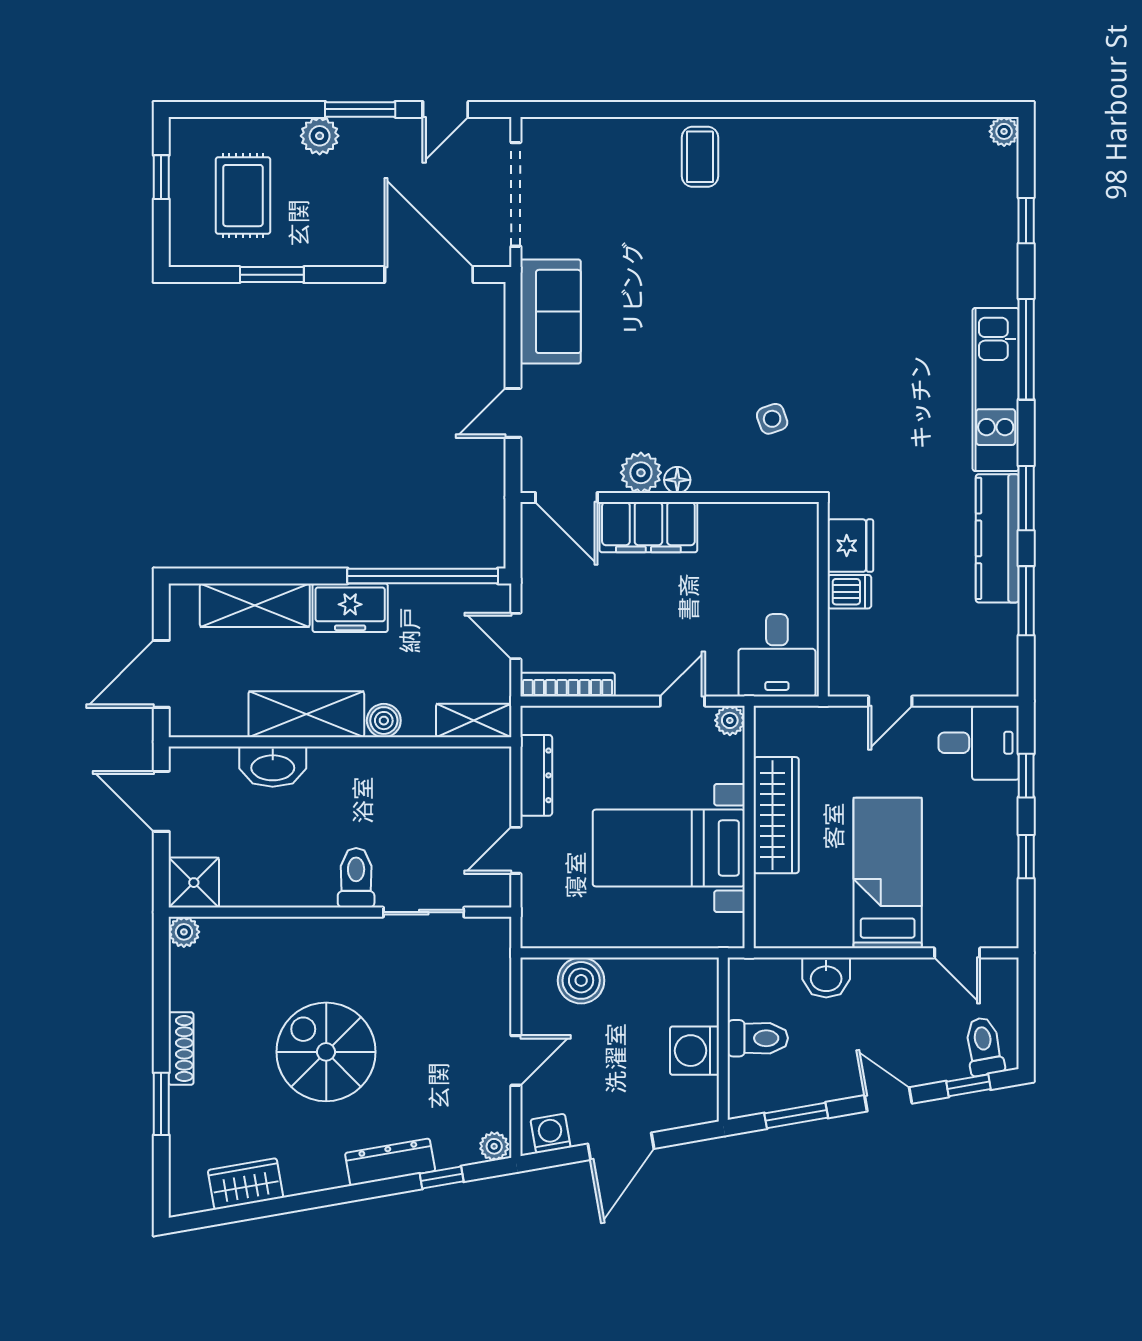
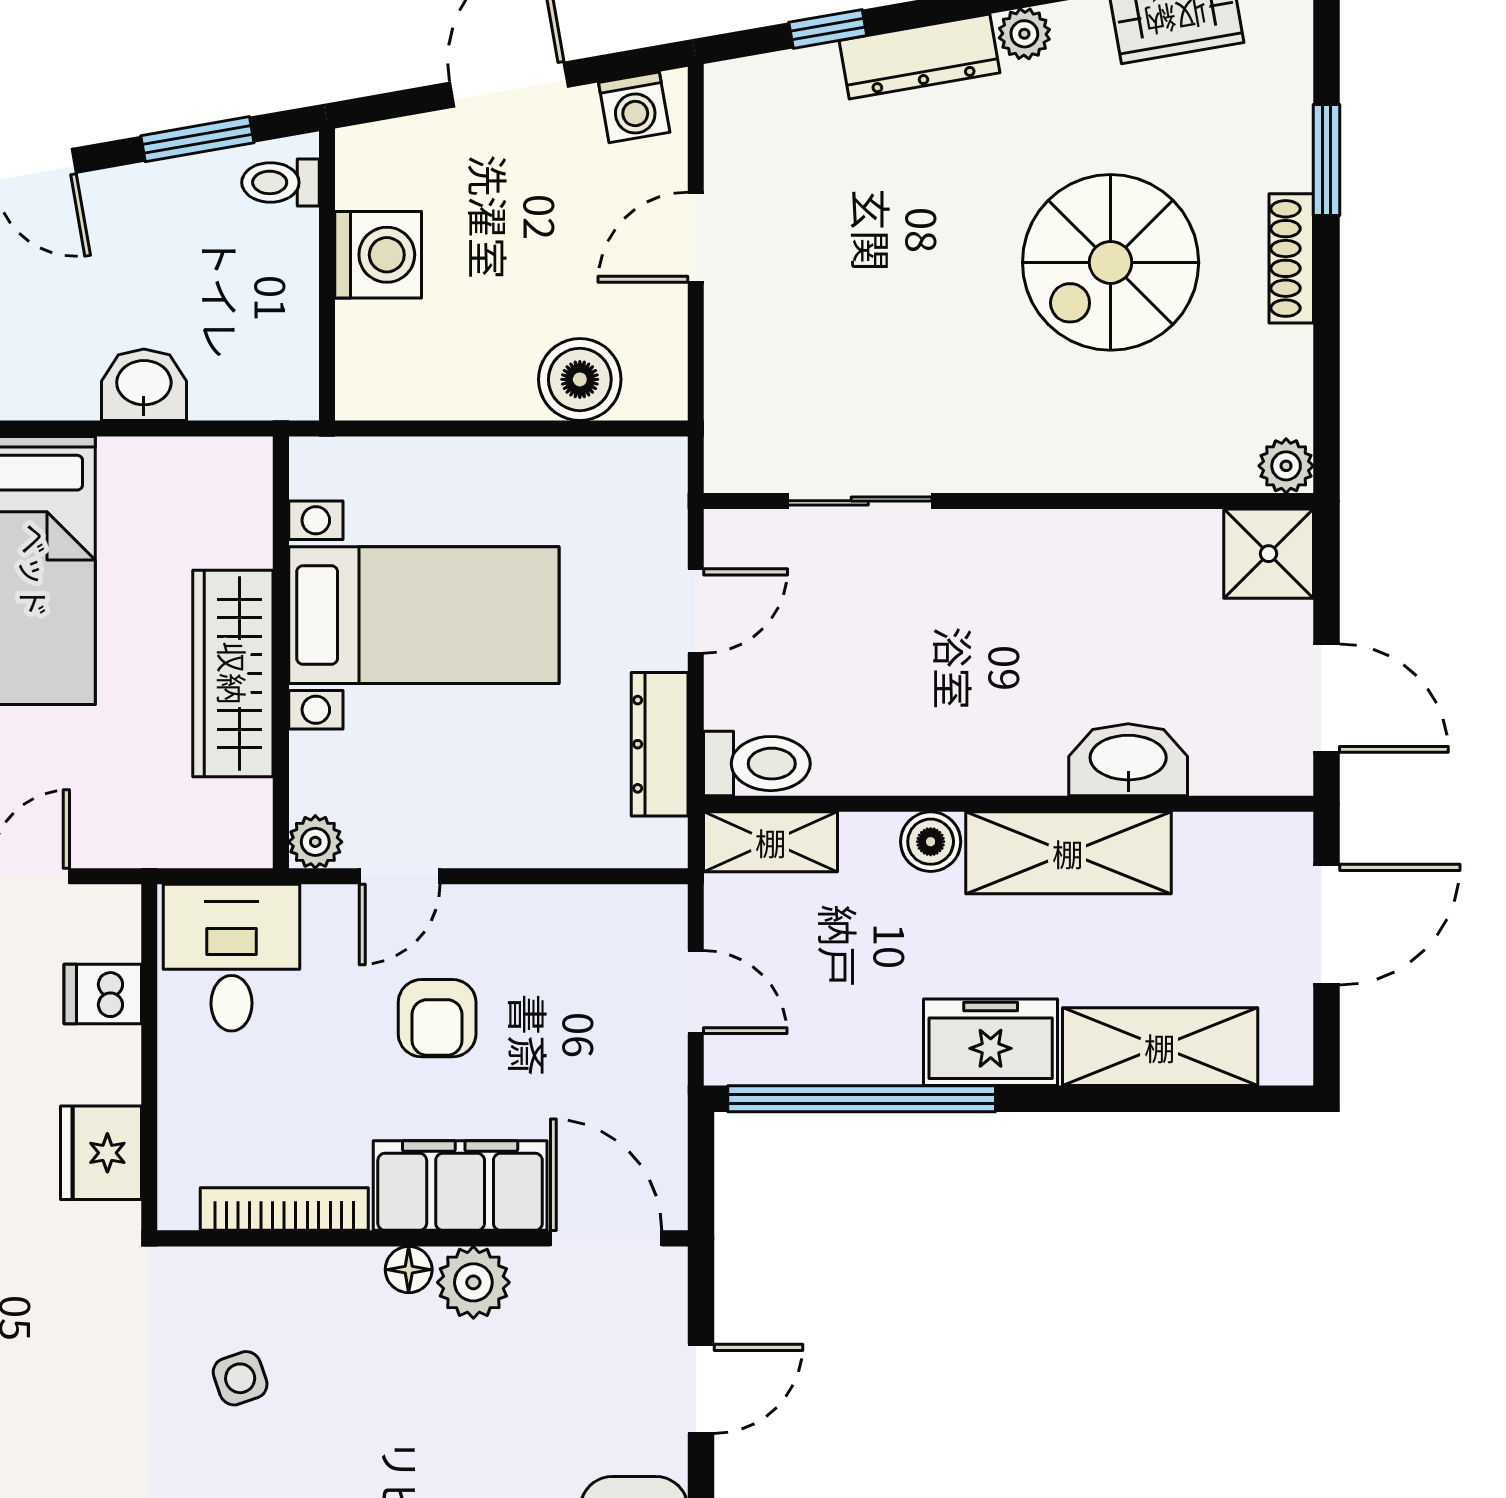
dishwasher: (849, 592) -> (103, 994), moved
armchair: (661, 621) -> (437, 1018), added
bookcase: (568, 685) -> (284, 1209), moved, turned 180
toilet: (356, 878) -> (757, 764), moved, turned -90
toilet: (758, 1038) -> (280, 182), moved, width x0.73, depth x0.72
spiral stairs: (326, 1052) -> (1111, 262), moved, turned 90
plant: (494, 1146) -> (1024, 34), moved

